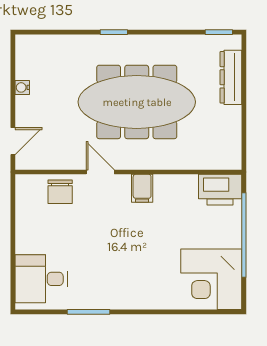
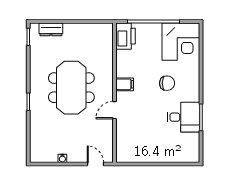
dresser: (231, 77) -> (51, 29), width x0.70
meeting table: (137, 102) -> (71, 88), width x0.73
chair: (60, 192) -> (167, 83), moved
desk: (41, 279) -> (184, 117), moved, turned -90

